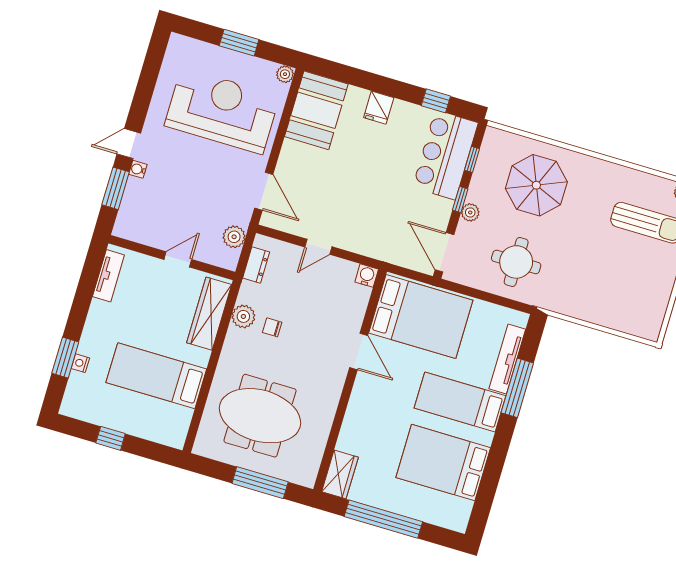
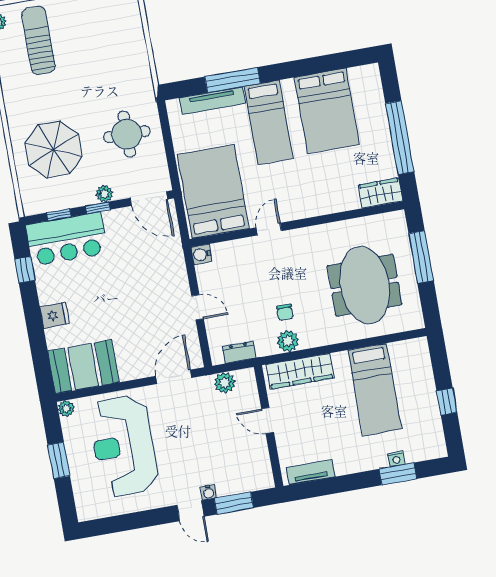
door: (445, 252) -> (149, 199), hinge flipped
door: (359, 352) -> (269, 229), width x0.73

